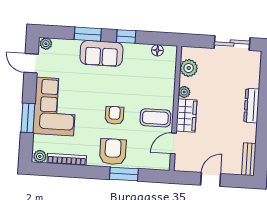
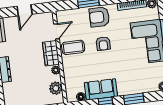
sofa: (101, 53) -> (101, 89), moved
armchair: (113, 152) -> (99, 17), turned 90

